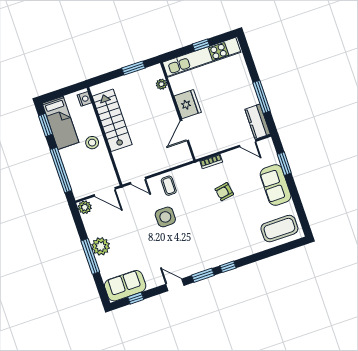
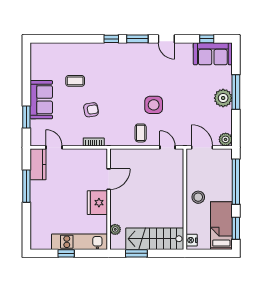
kitchen unit: (202, 57) -> (80, 242), width x0.73
stairs: (112, 120) -> (155, 239), moved, turned 90
coffee table: (279, 229) -> (75, 81), moved, width x0.54, depth x0.58

